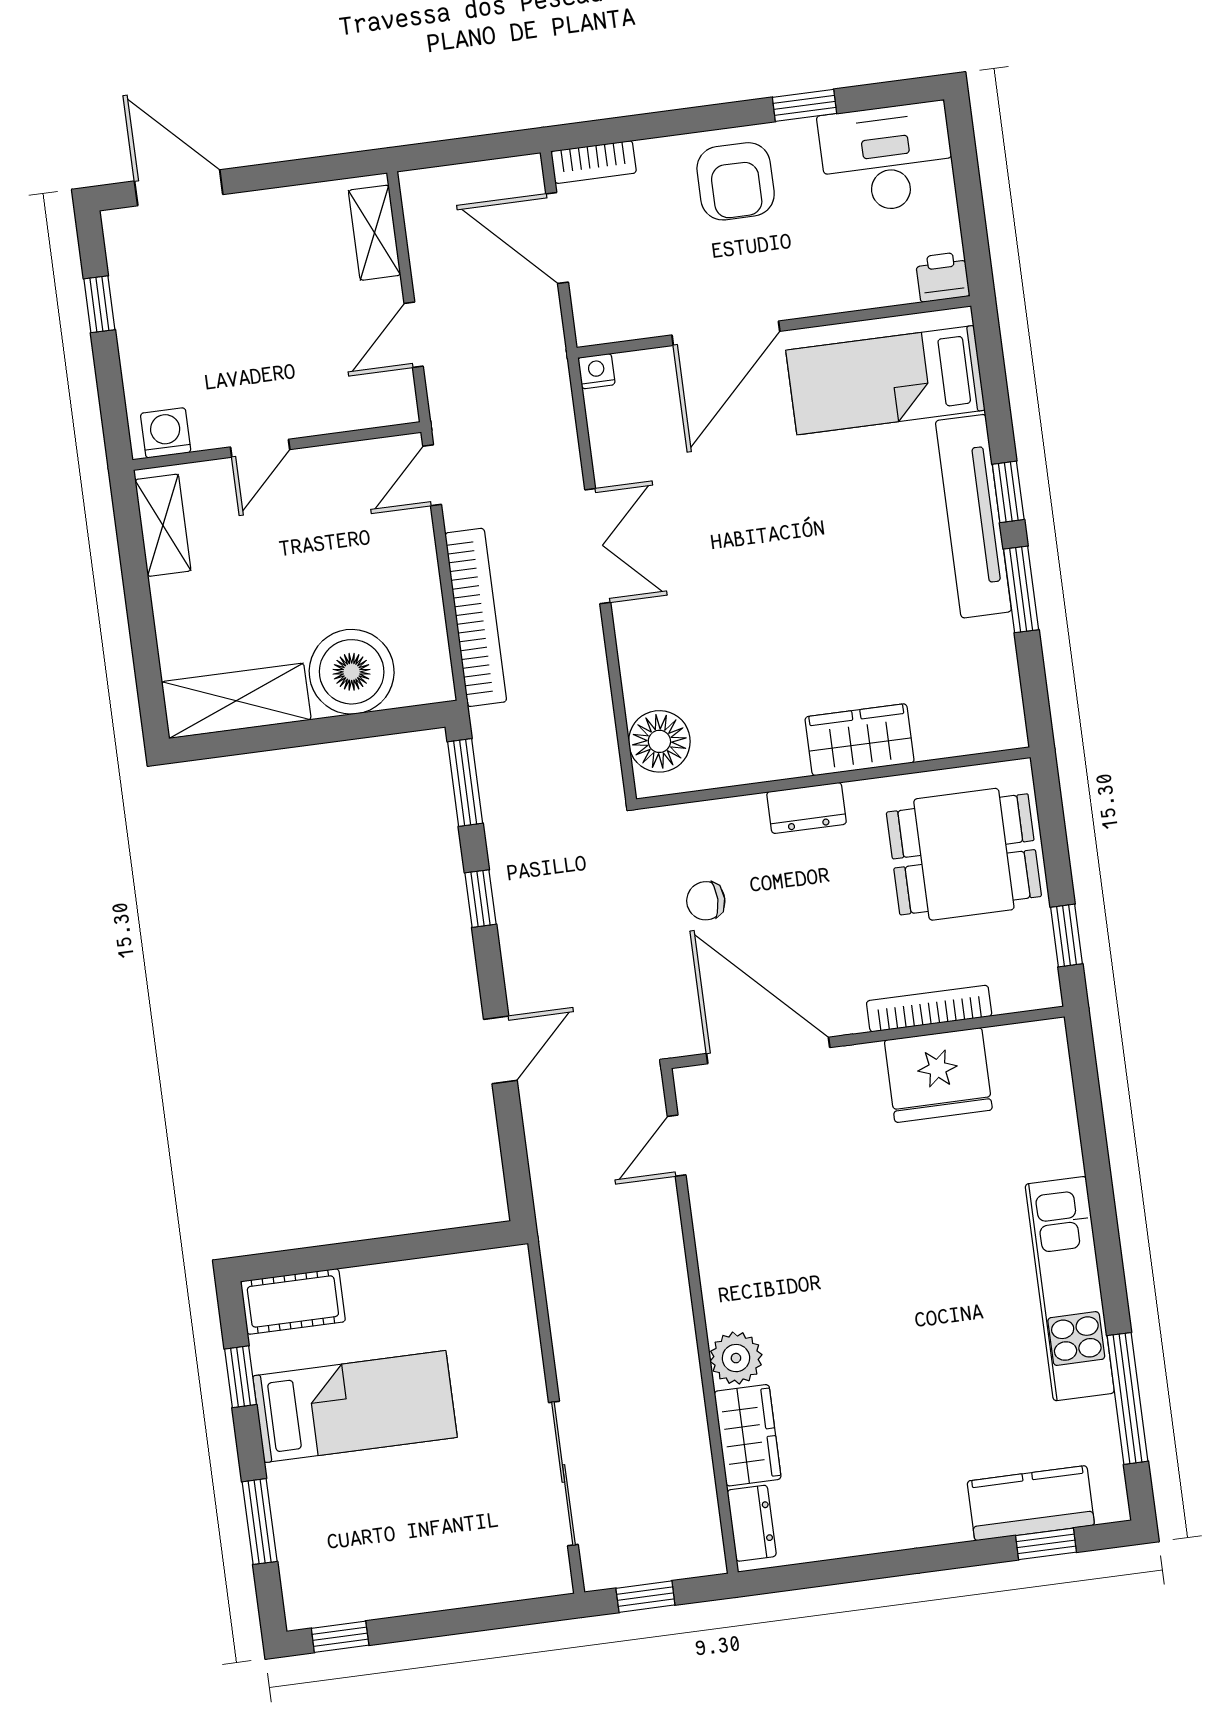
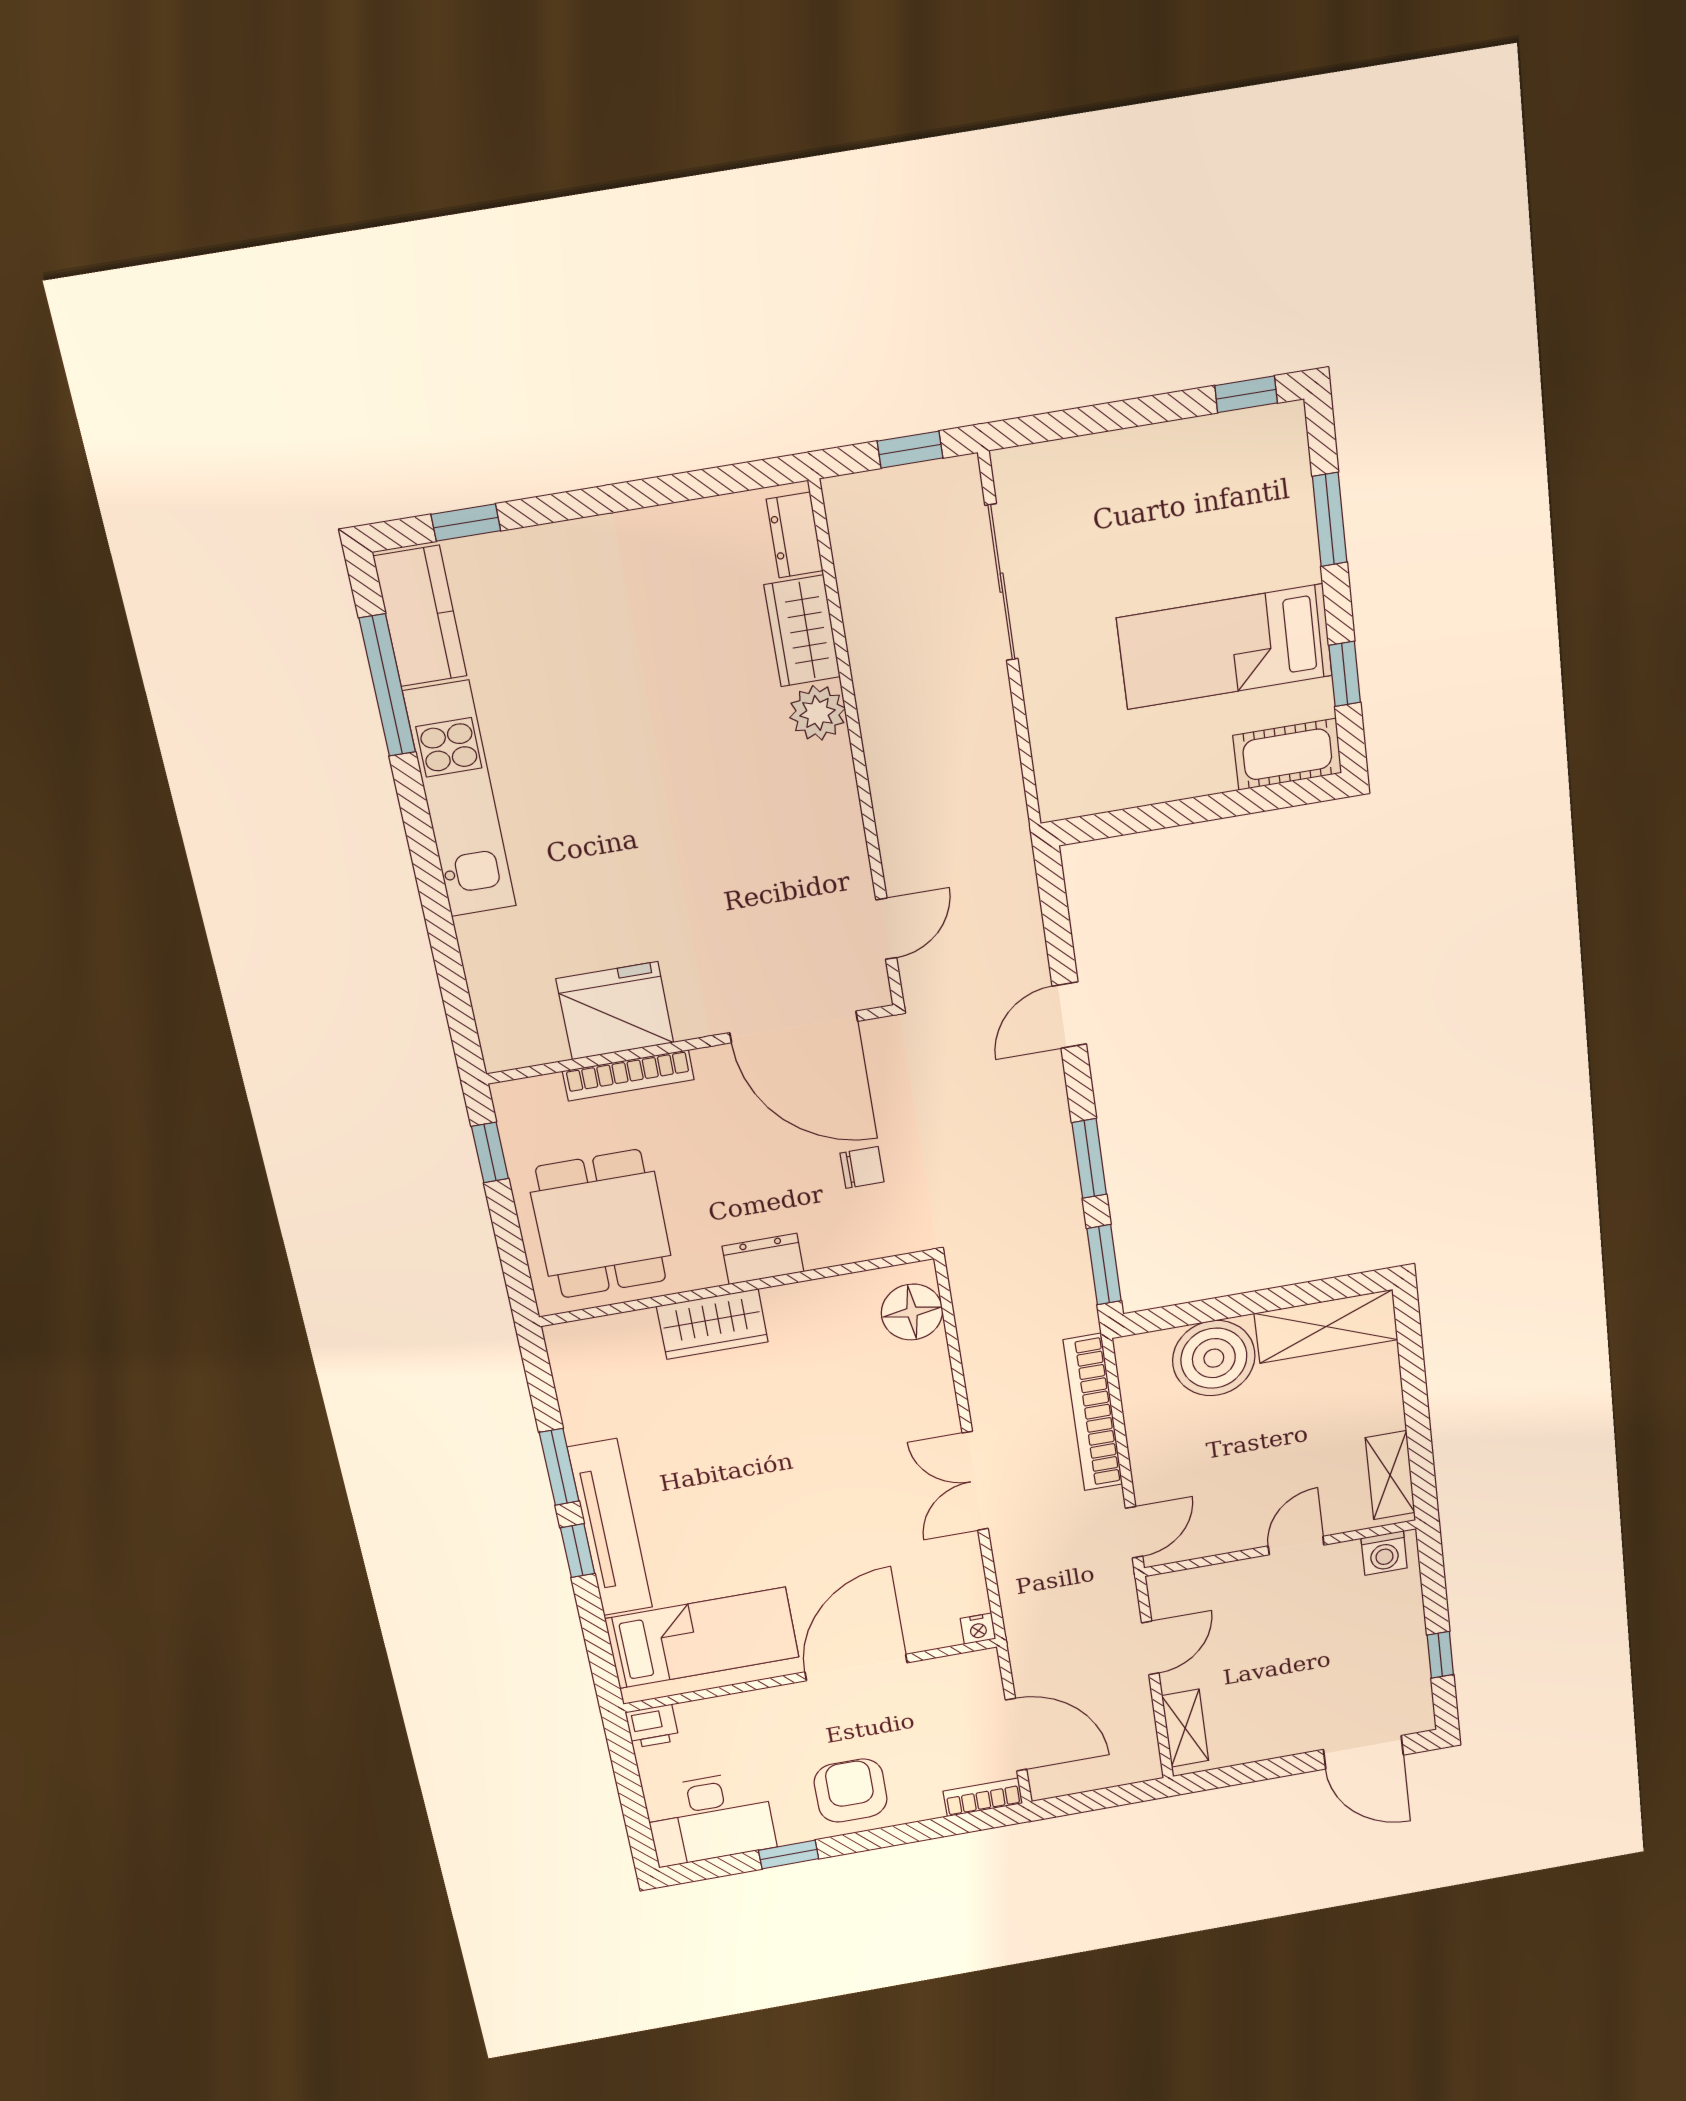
dining table: (964, 854) -> (601, 1224), turned 90
window: (480, 899) -> (1089, 1158), width x1.50
kitchen counter: (1031, 1503) -> (420, 616), moved, turned -90

